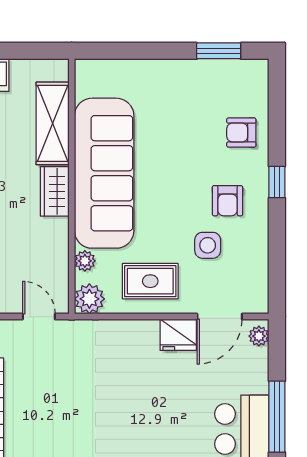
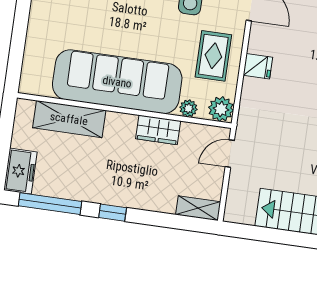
wardrobe: (55, 191) -> (158, 130), moved
fridge: (178, 335) -> (258, 66), moved, width x0.72

